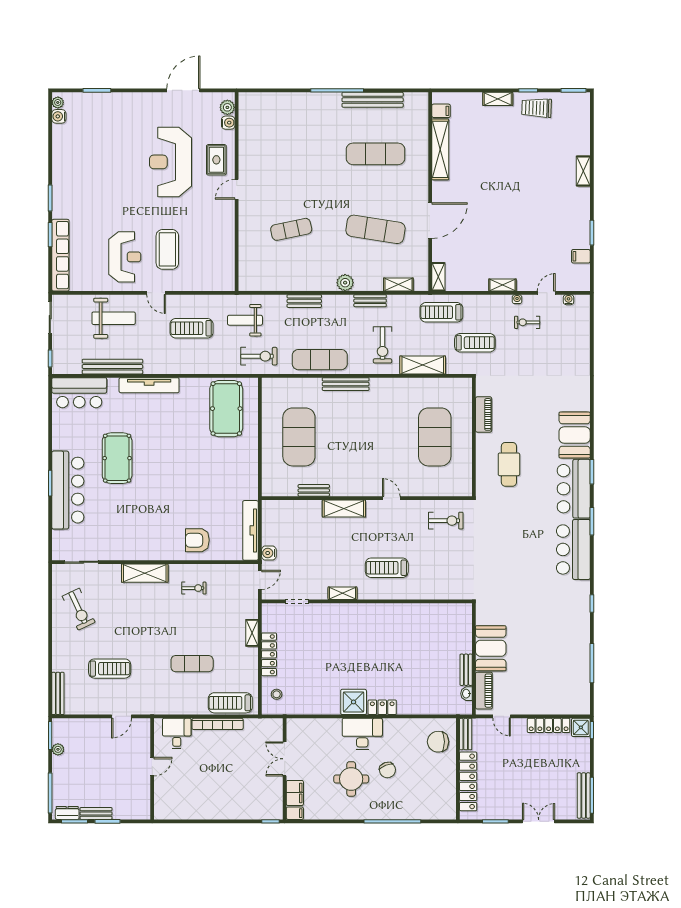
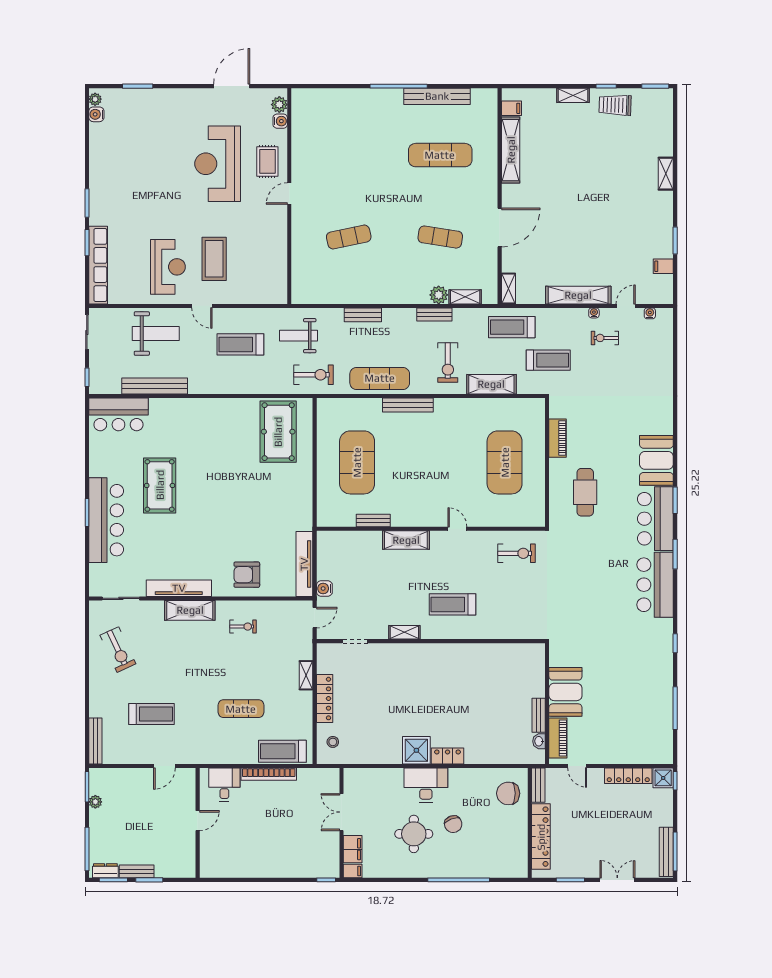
exercise mat: (376, 229) -> (440, 237), width x0.73, depth x0.69
plant: (345, 283) -> (439, 295), moved
shelving: (503, 285) -> (578, 295), width x2.20, depth x1.33
tv unit: (149, 385) -> (179, 588), moved, turned 180

